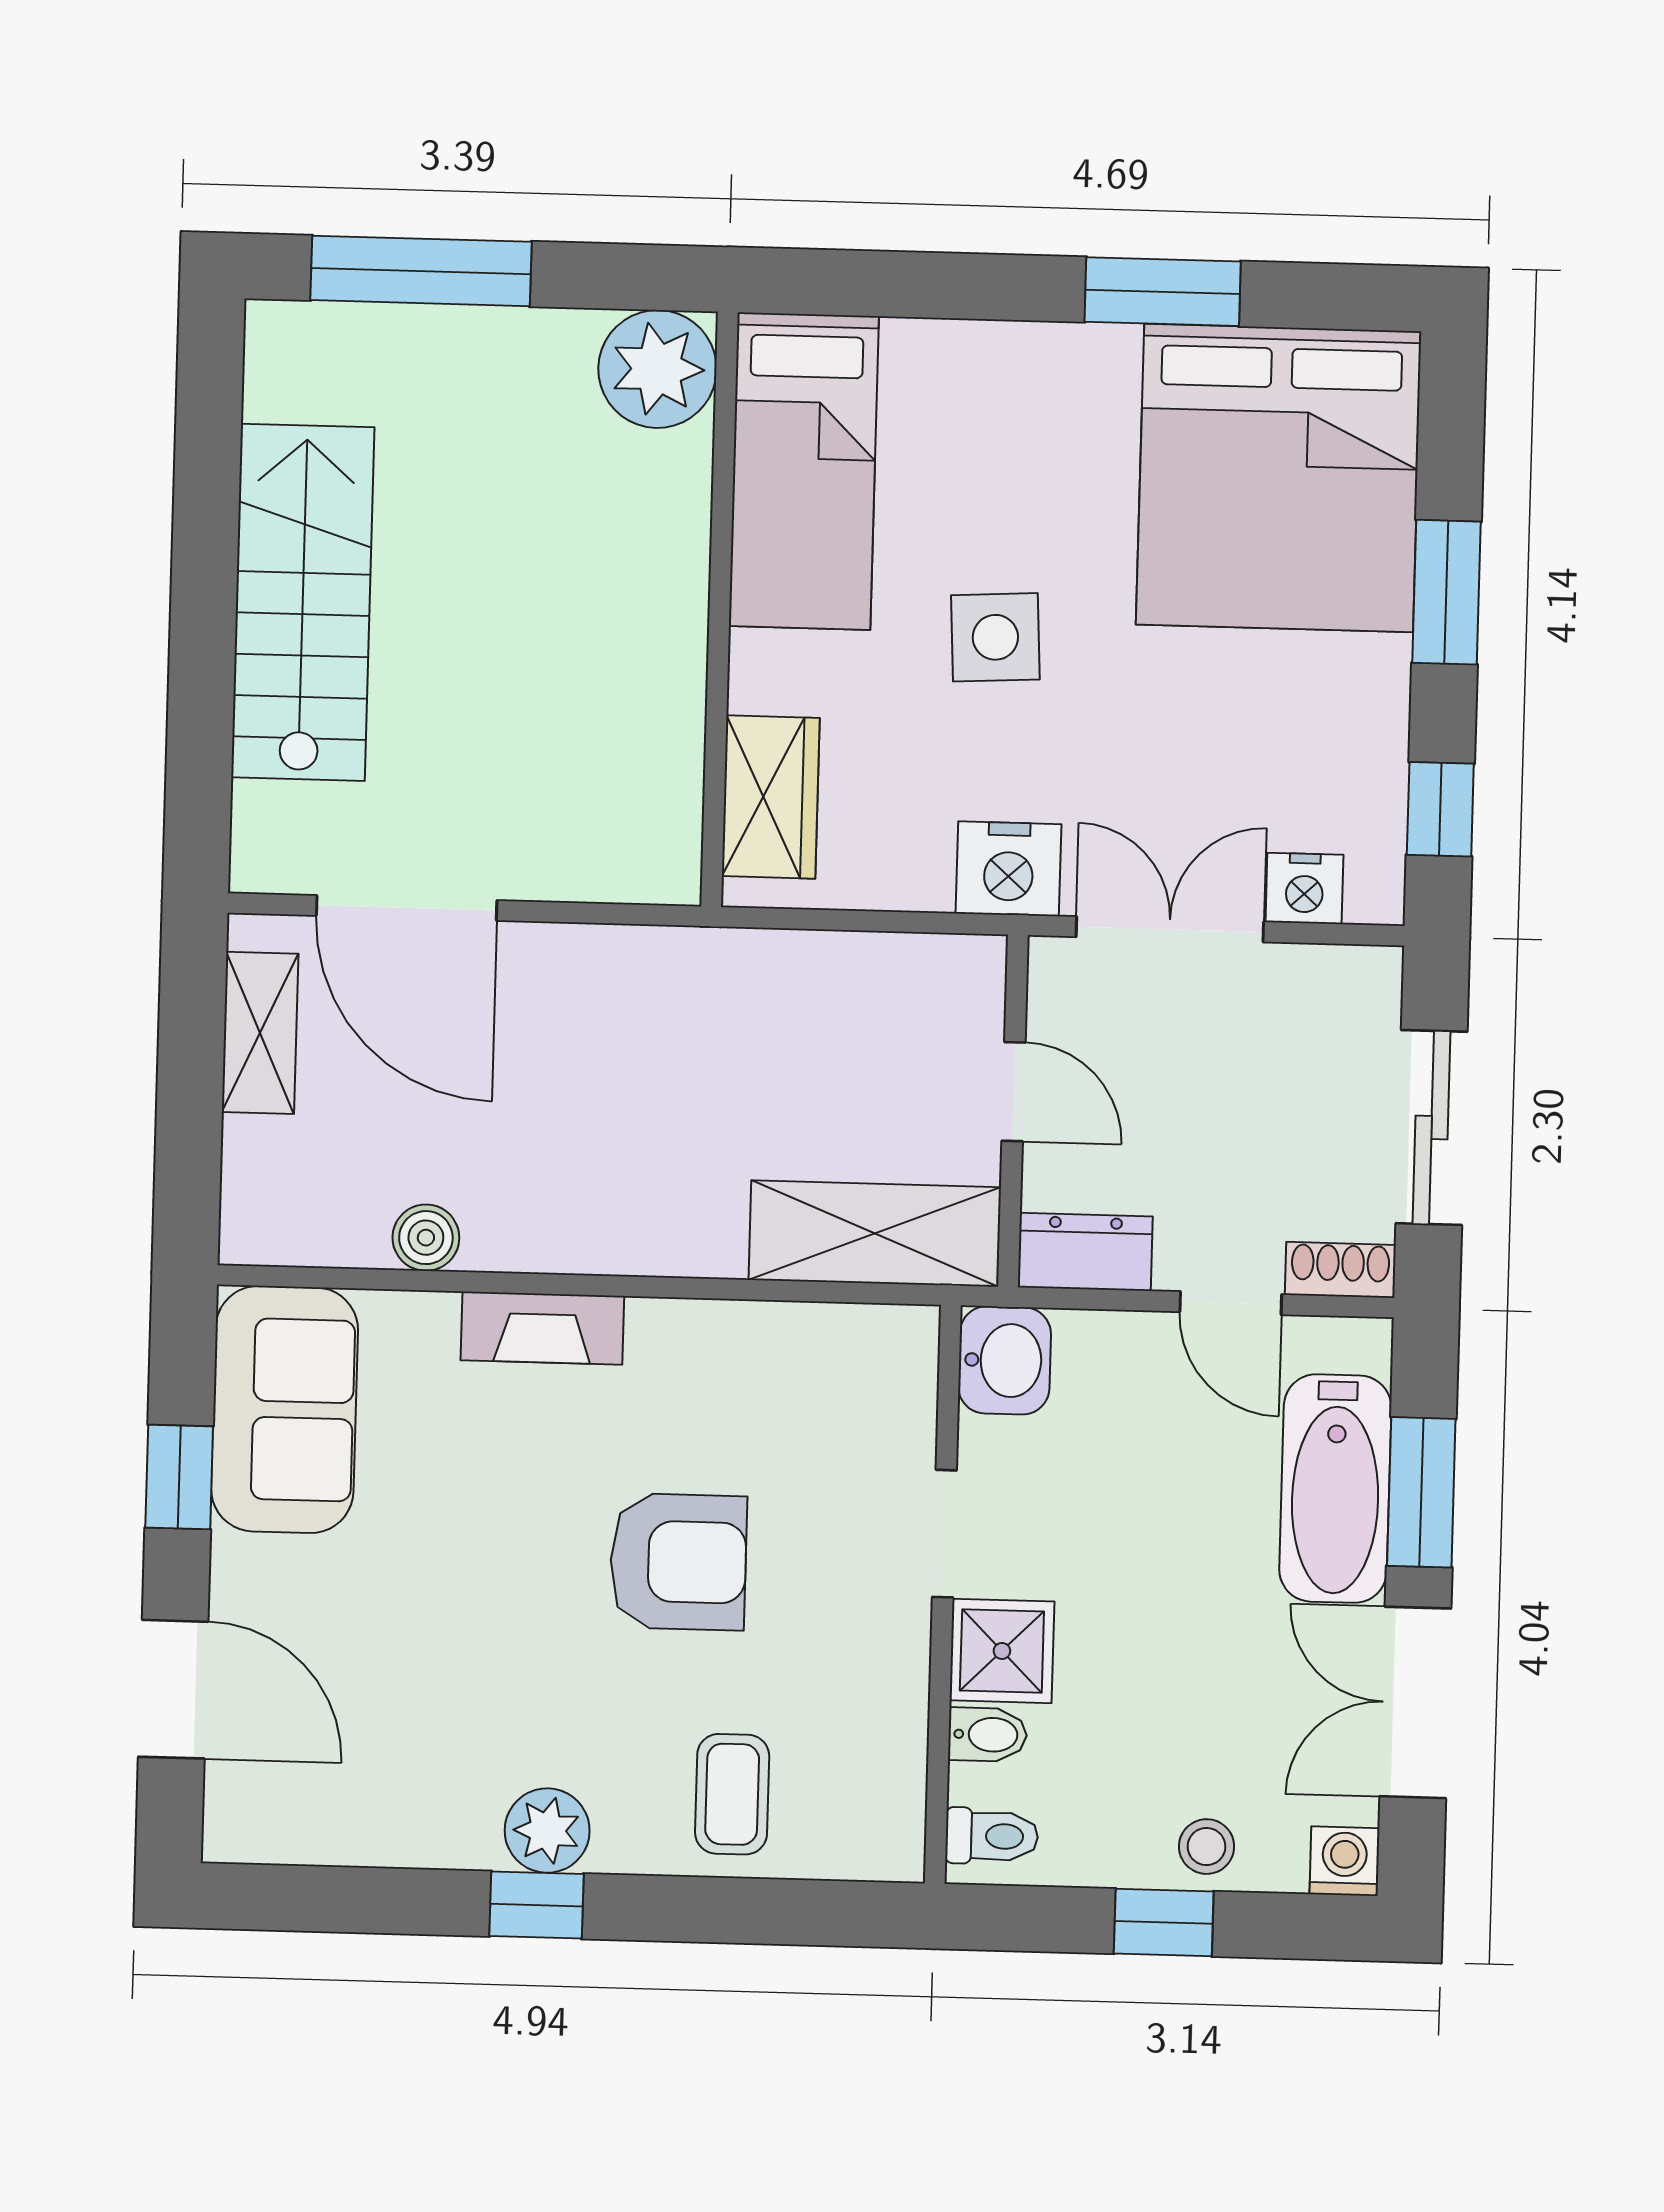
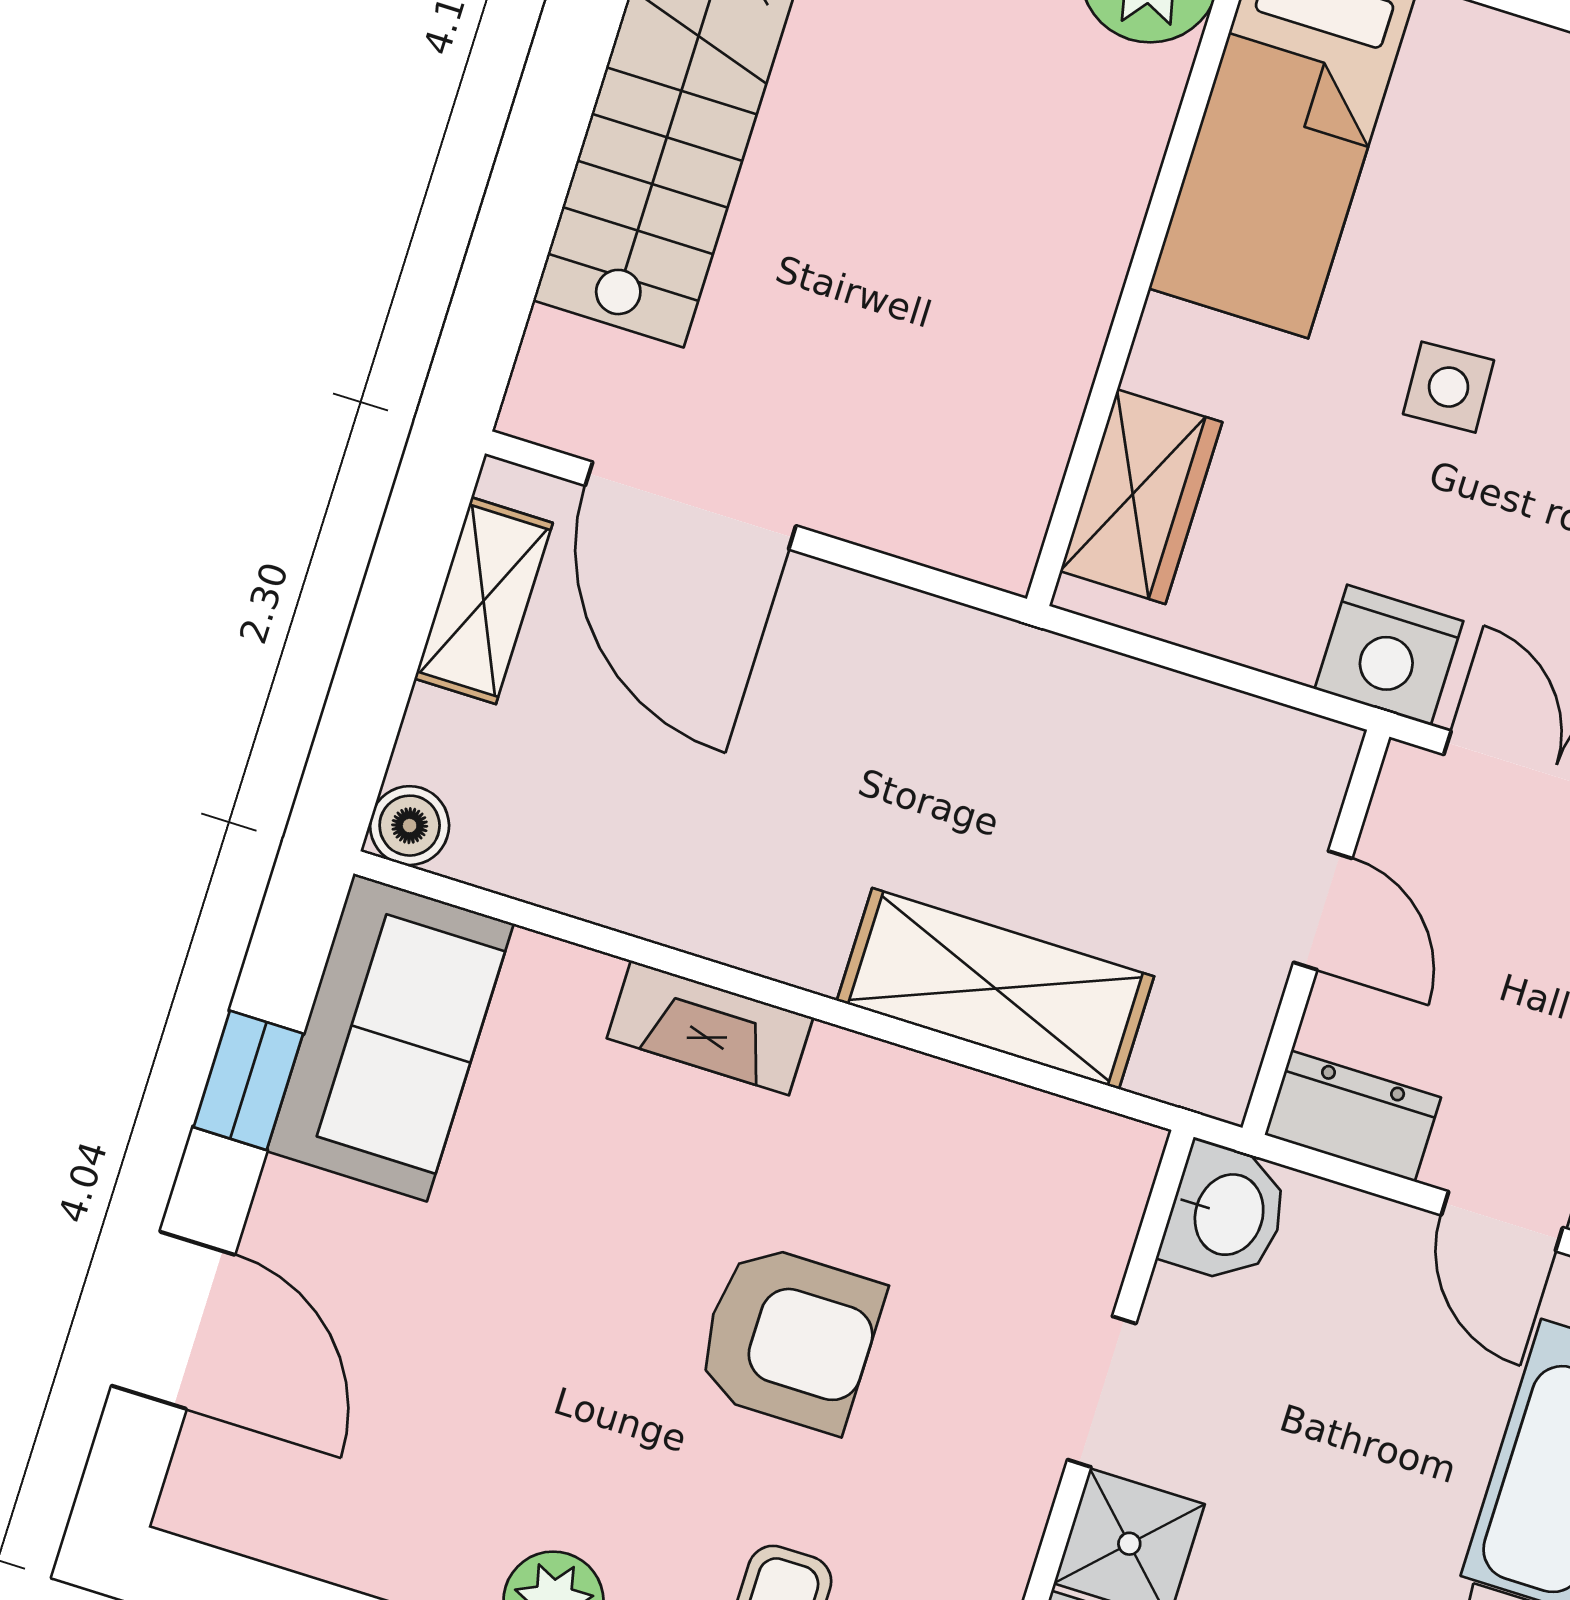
side table: (995, 637) -> (1449, 387), width x0.73, depth x0.73
shelving: (875, 1233) -> (995, 989), moved
boiler: (426, 1238) -> (410, 826), moved

